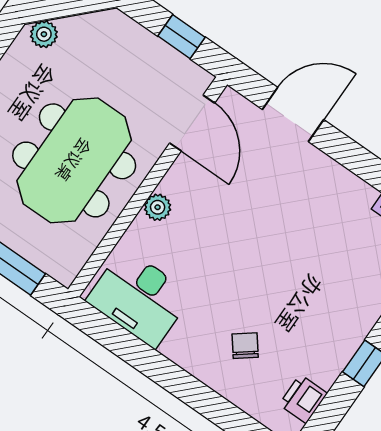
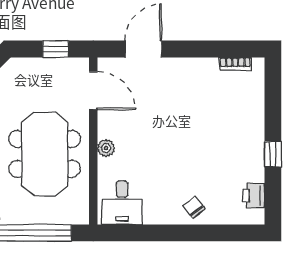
desk: (139, 298) -> (122, 203), width x0.73
chair: (245, 346) -> (194, 207), moved

